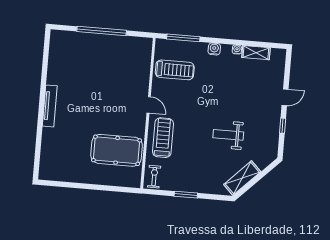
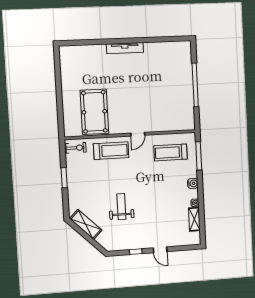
treadmill: (175, 70) -> (171, 152), turned 90

